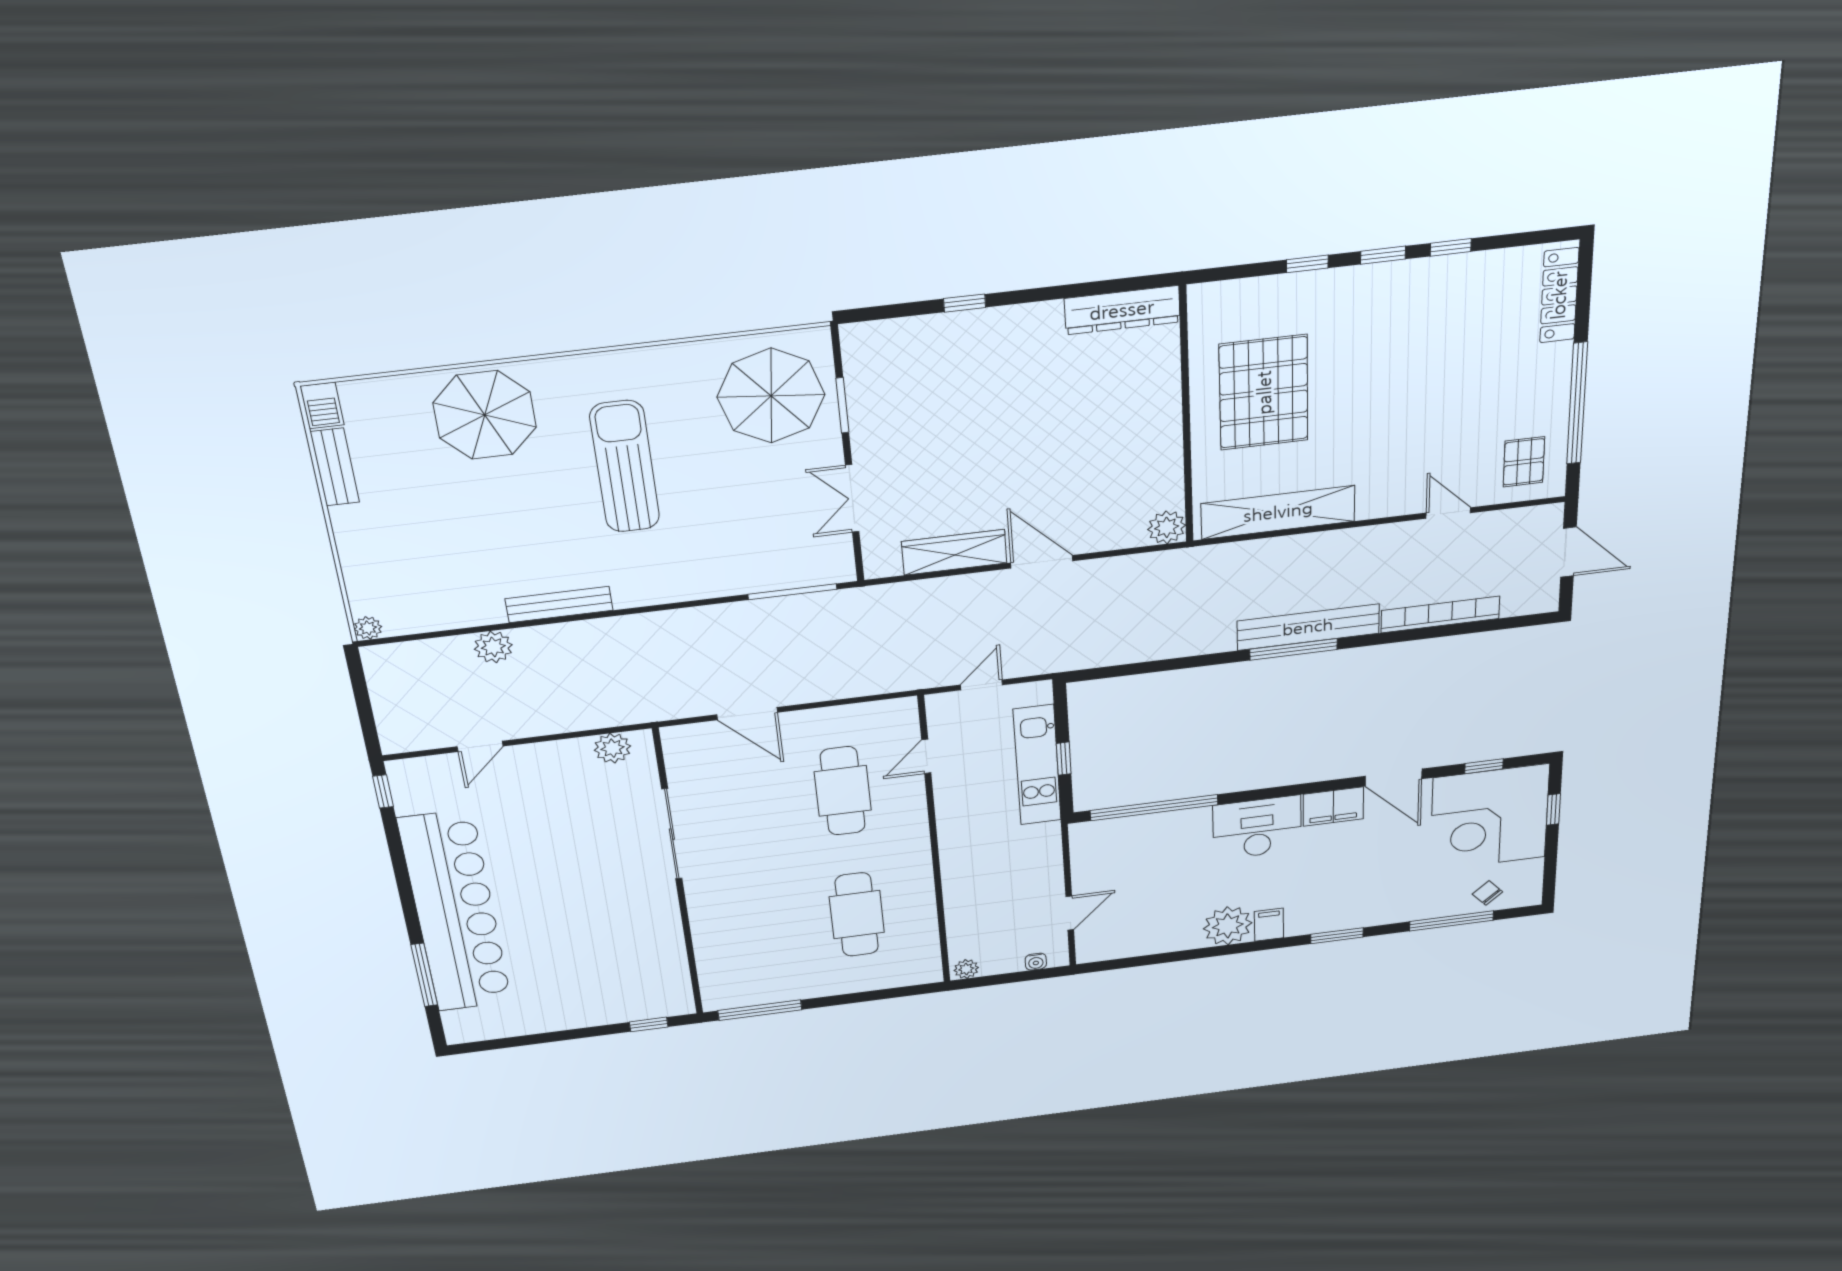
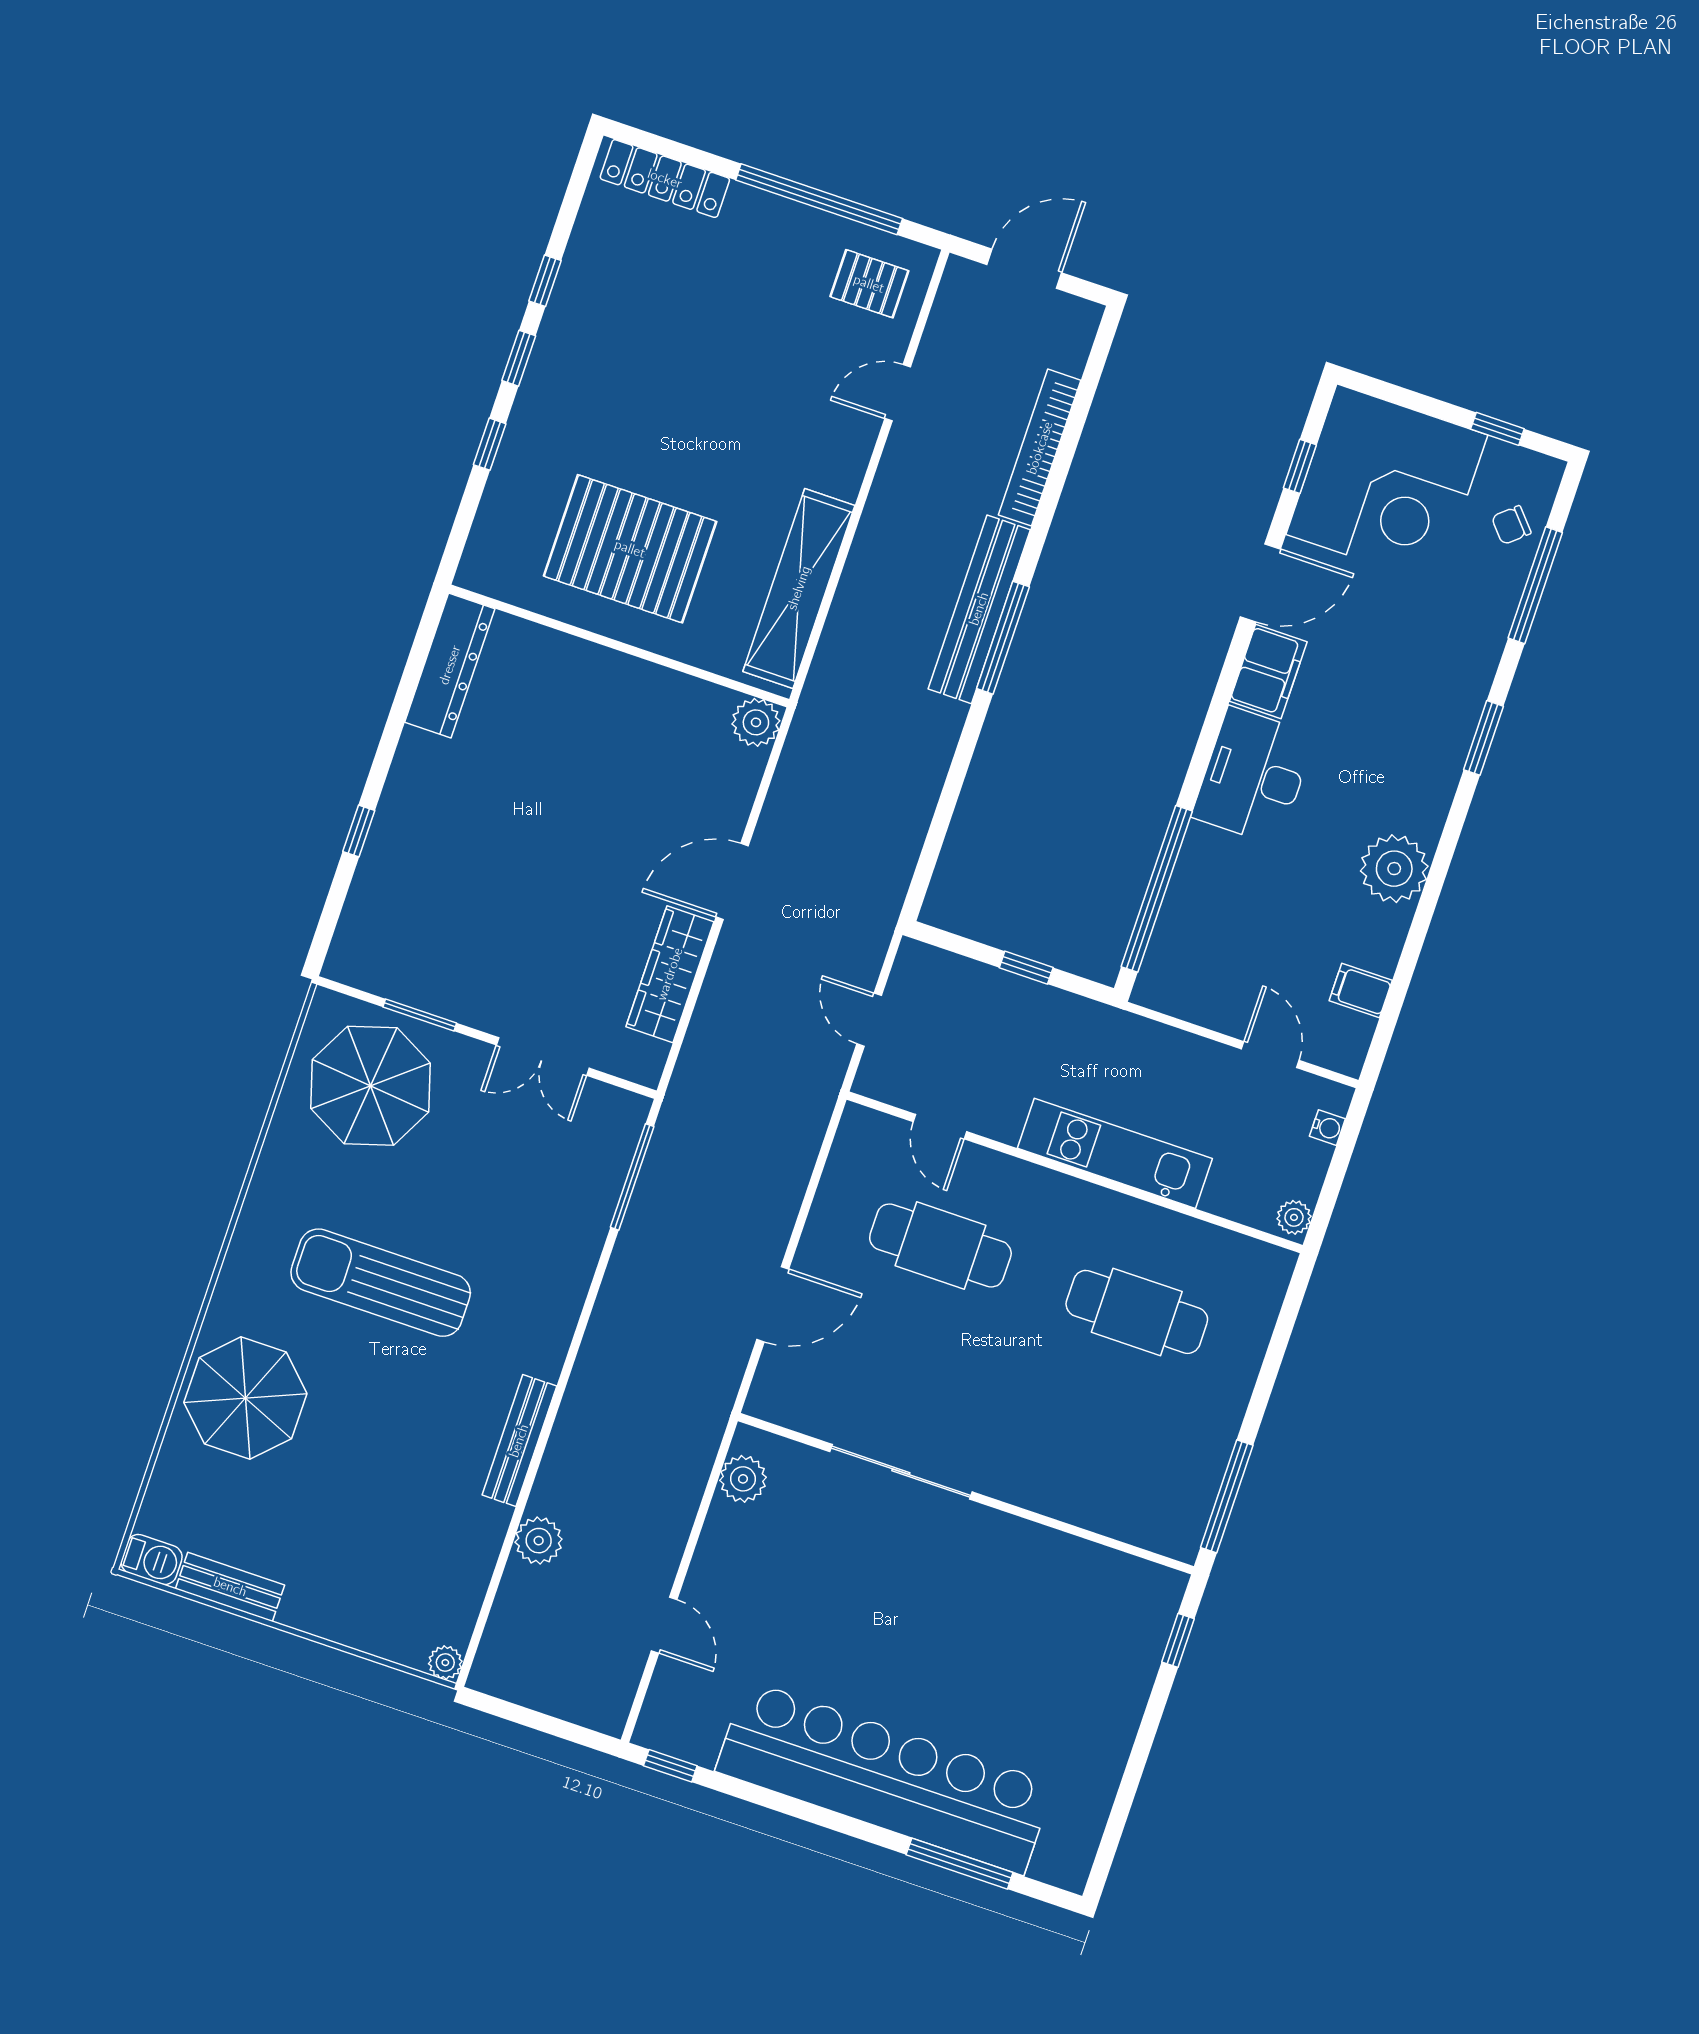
kitchen unit: (1037, 765) -> (1115, 1153), moved, turned 180
window: (1553, 809) -> (1497, 429), moved
filing cabinet: (1269, 925) -> (1361, 991), moved

